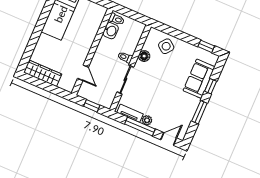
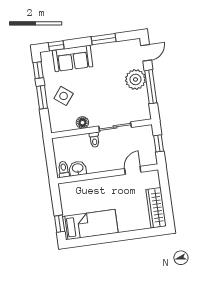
window: (183, 36) -> (42, 97), added
side table: (166, 46) -> (64, 96), moved
window: (211, 86) -> (56, 46), moved
tv unit: (130, 113) -> (144, 103), removed
plant: (147, 120) -> (135, 79), width x1.88, depth x1.88
door: (169, 139) -> (146, 53), swing flipped

